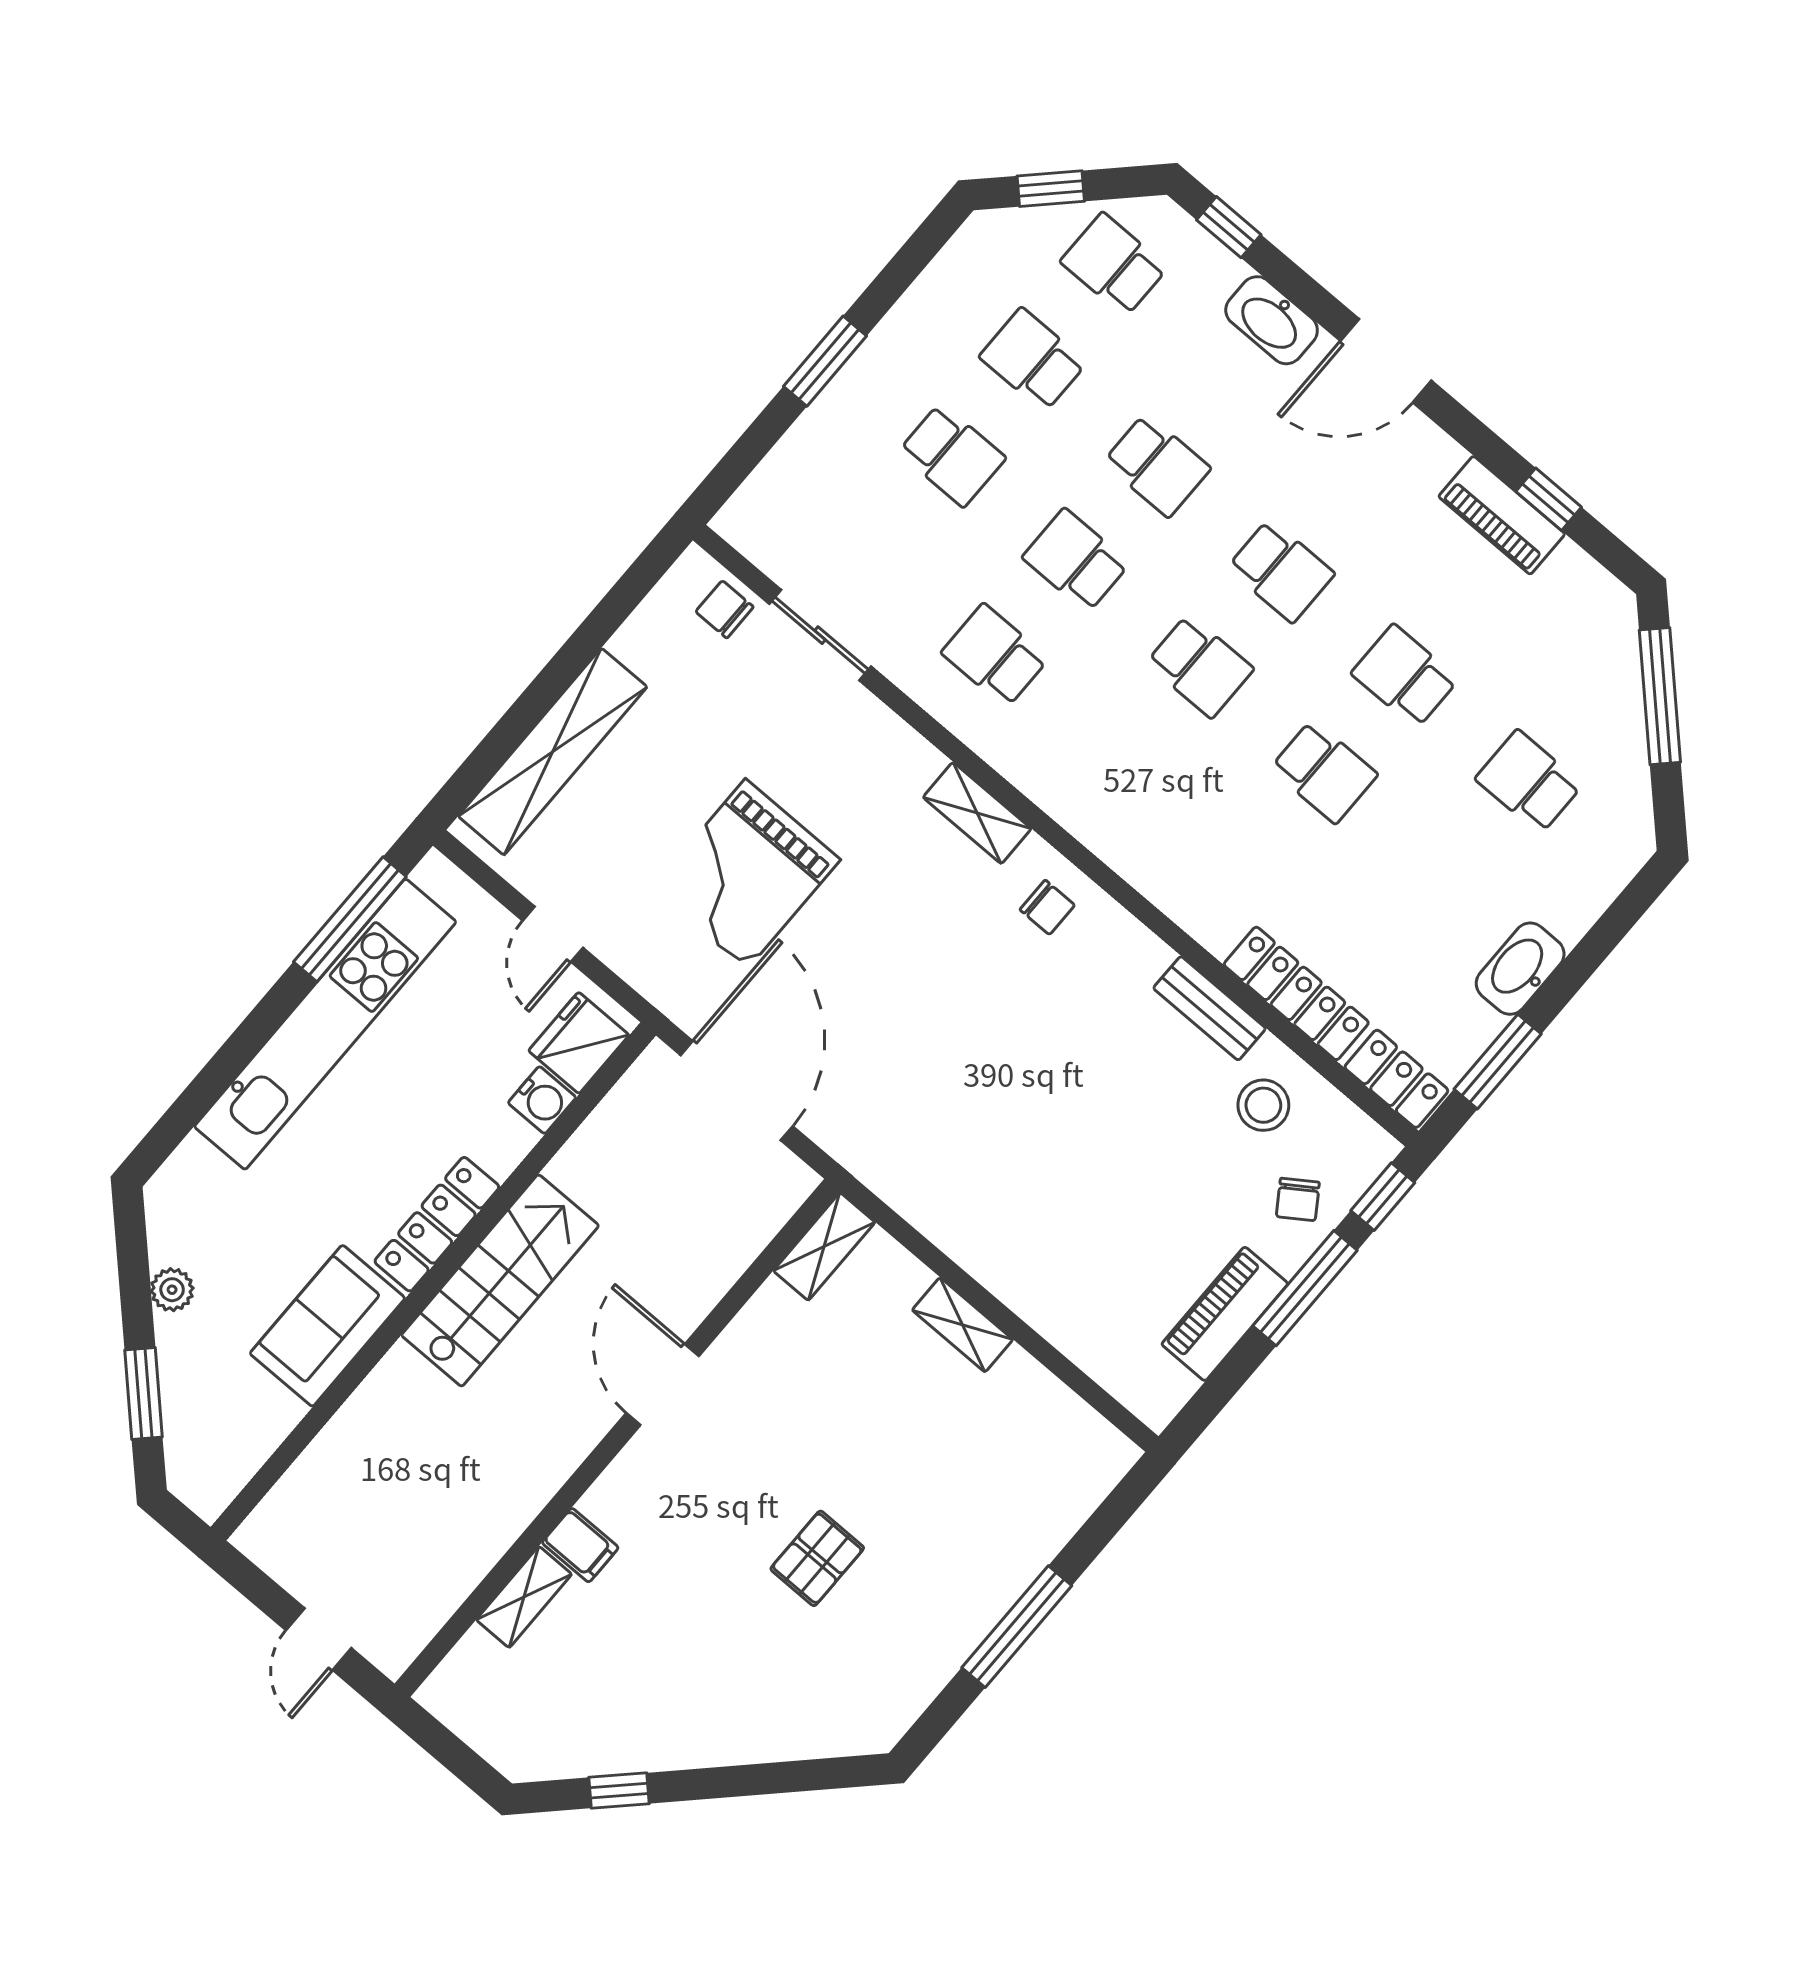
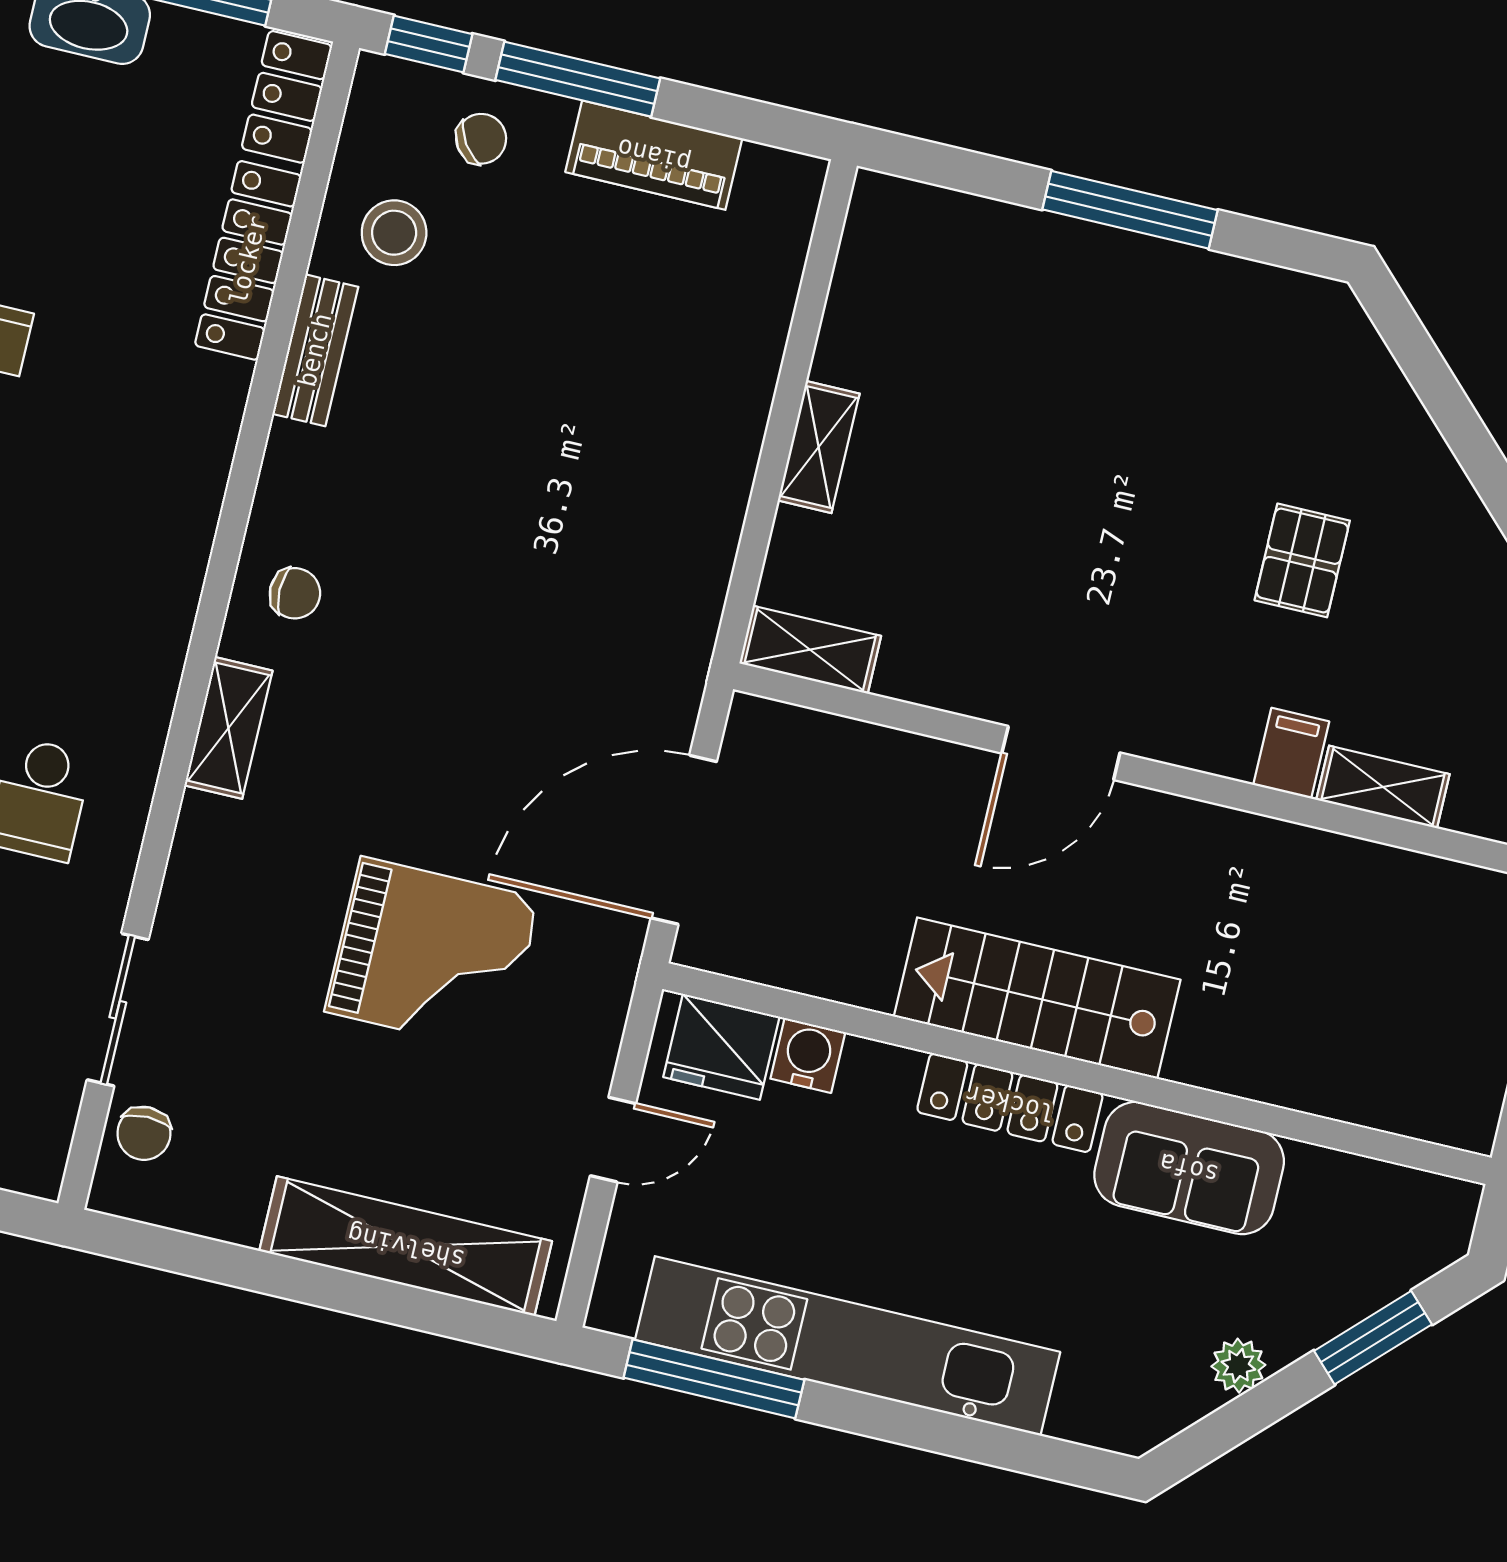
chair: (1047, 907) -> (295, 593), turned 90
pallet: (817, 1558) -> (1302, 560), moved, turned 90

